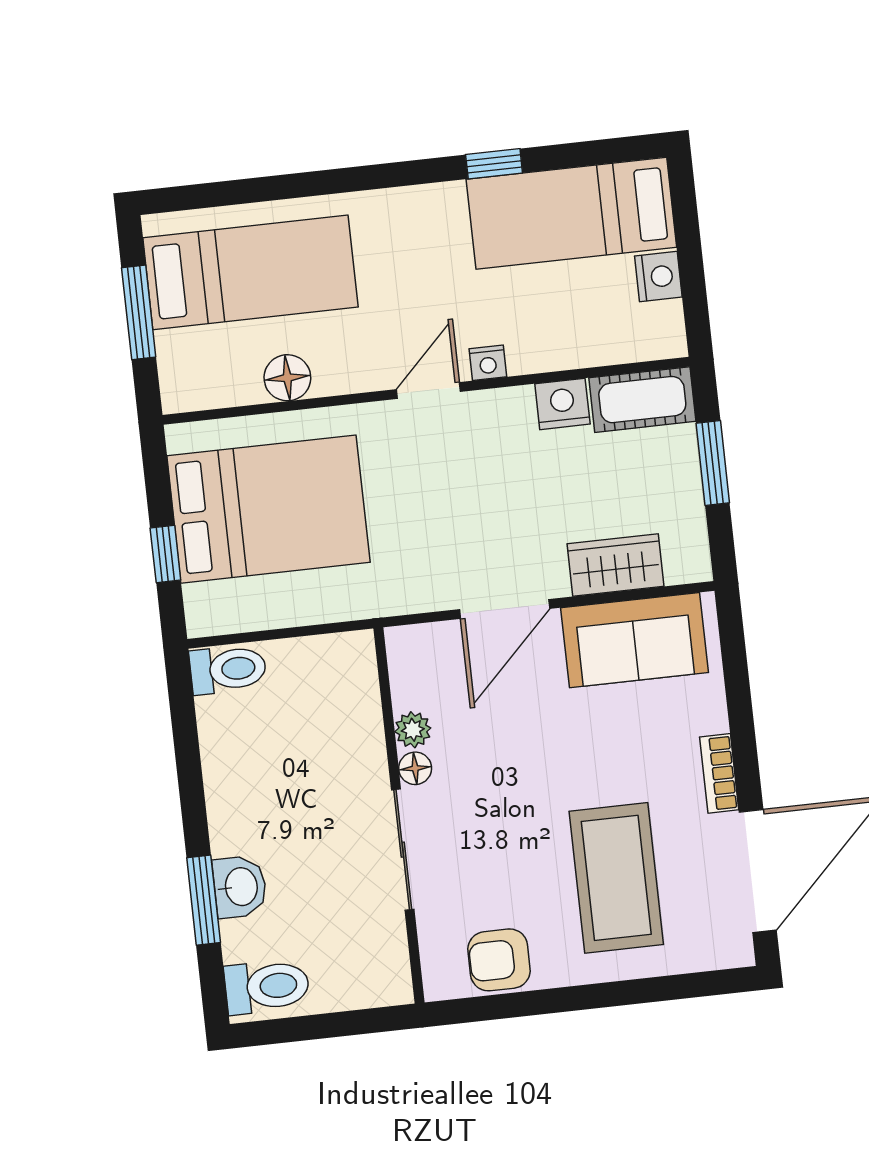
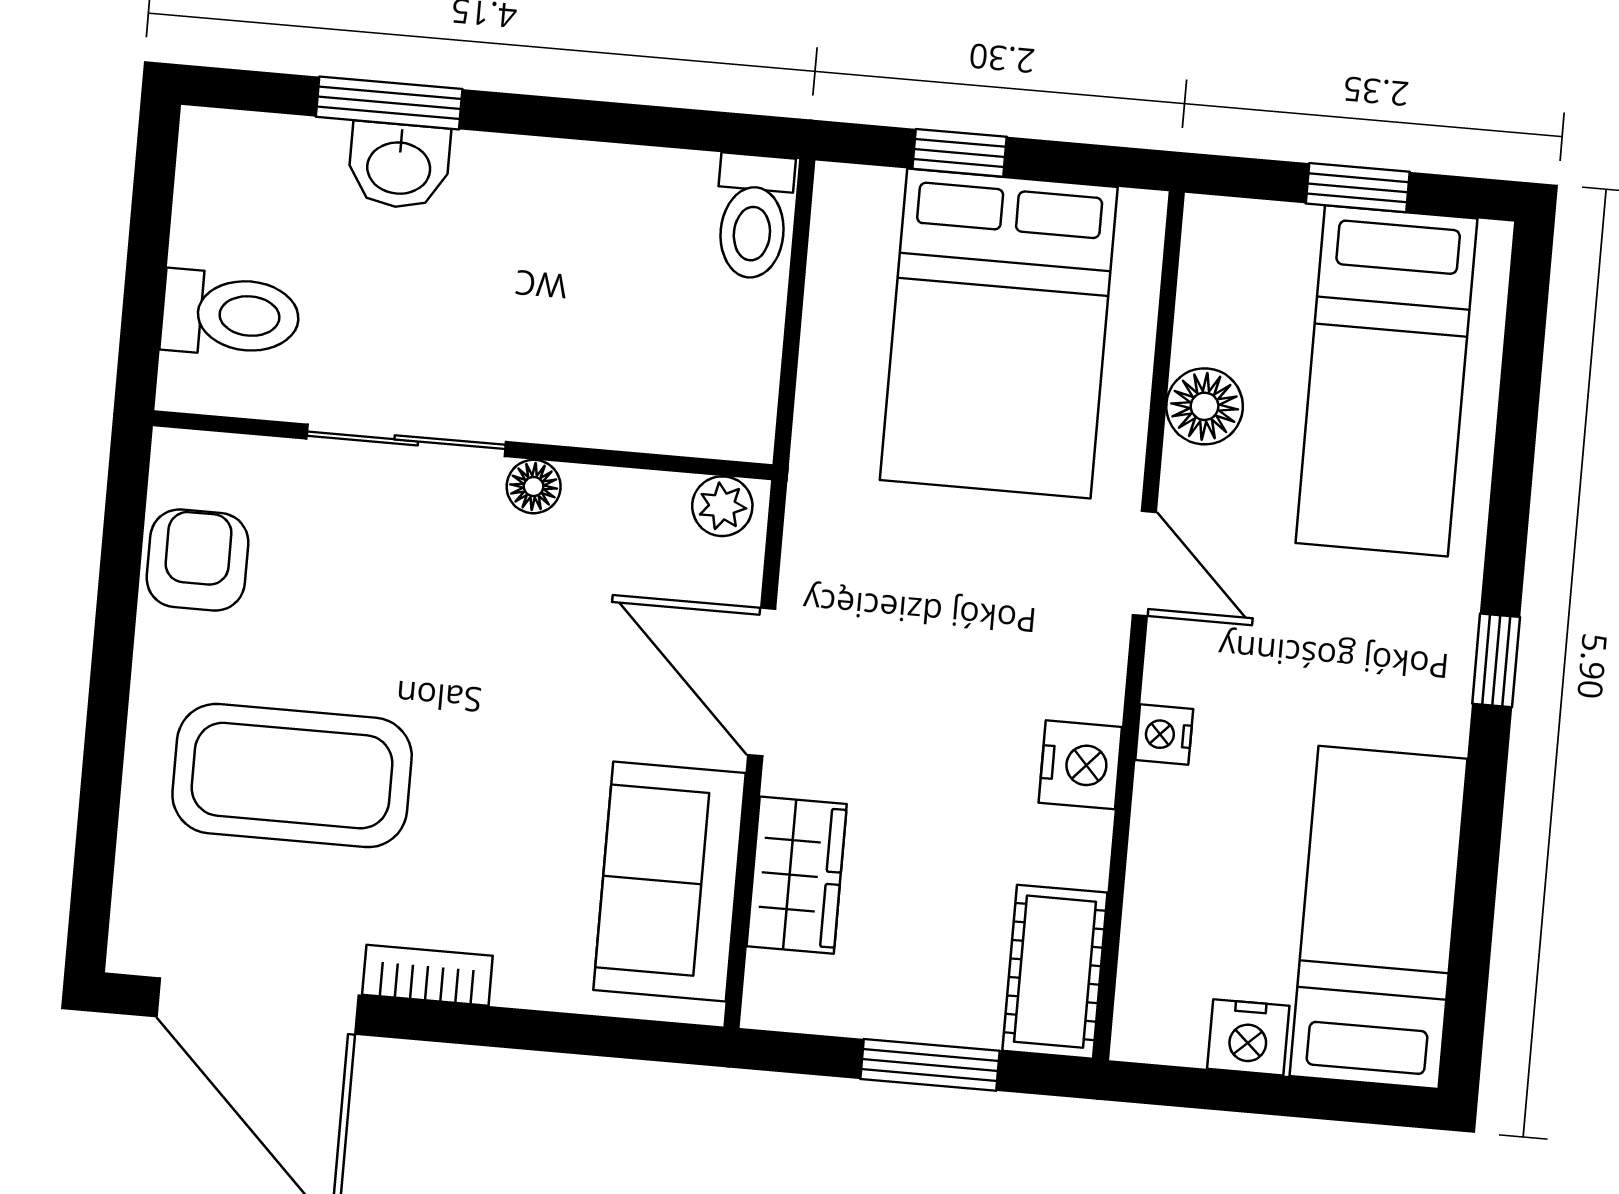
window: (494, 164) -> (1496, 660), moved
window: (139, 312) -> (1358, 188), width x0.67
door: (428, 390) -> (1144, 563), moved
nightstand: (562, 404) -> (1080, 765), moved
plant: (413, 730) -> (722, 506), moved
toilet: (267, 987) -> (231, 314), moved, turned -90

